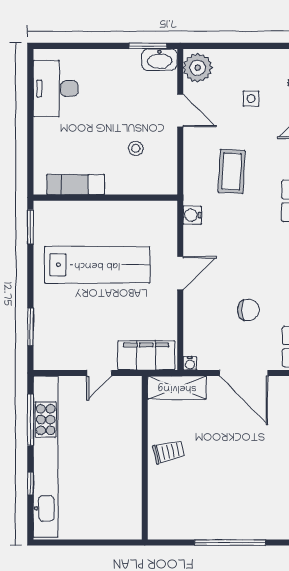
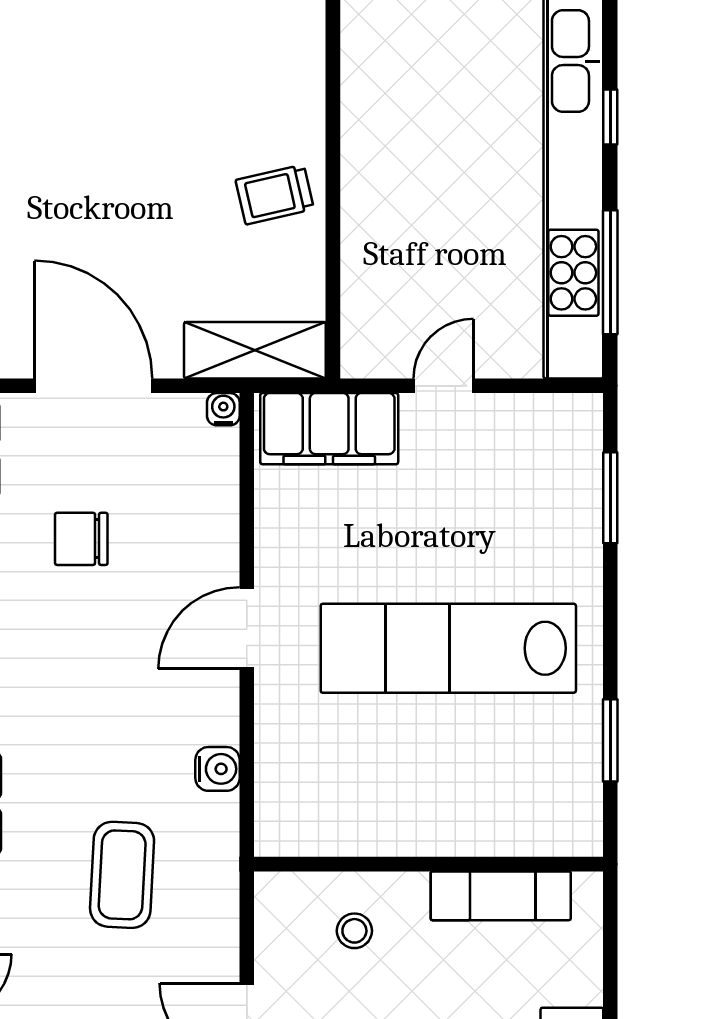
exam couch: (76, 185) -> (501, 896), moved
wall: (105, 198) -> (429, 864), moved

